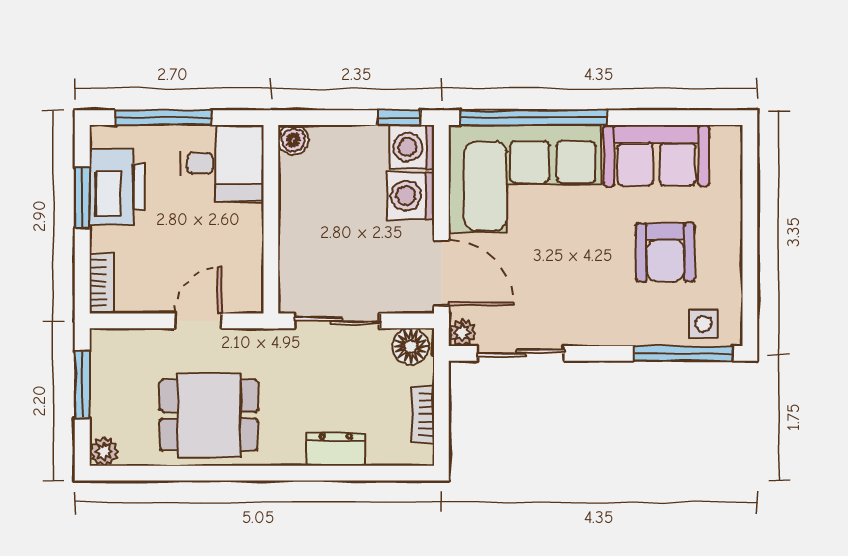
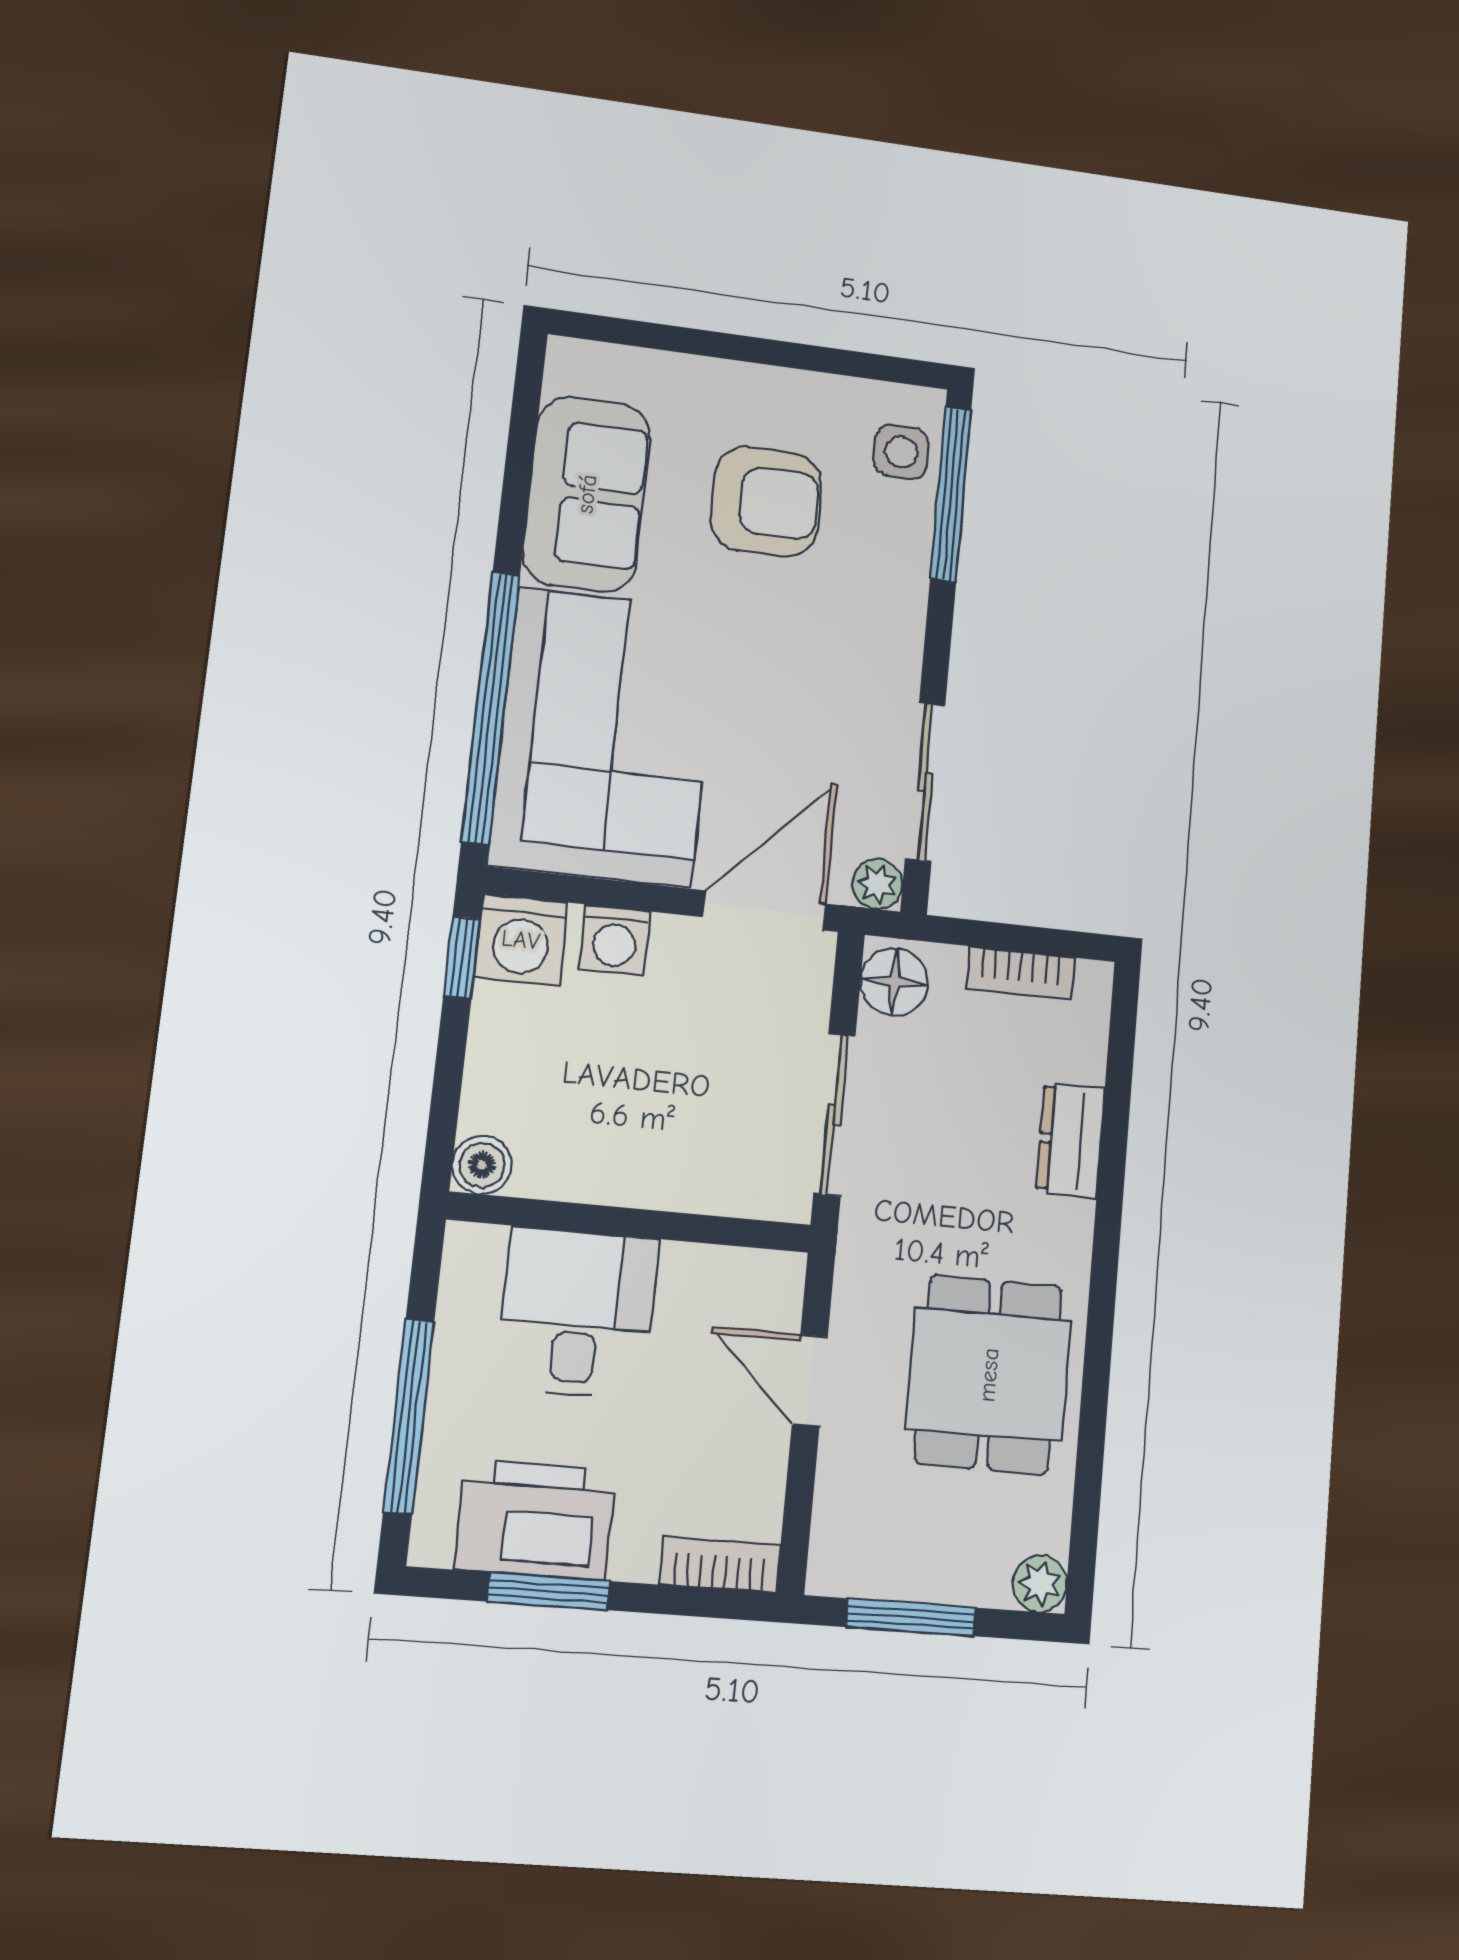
desk: (222, 163) -> (577, 1313), moved
washing machine: (411, 196) -> (615, 940), width x0.73, depth x0.73

